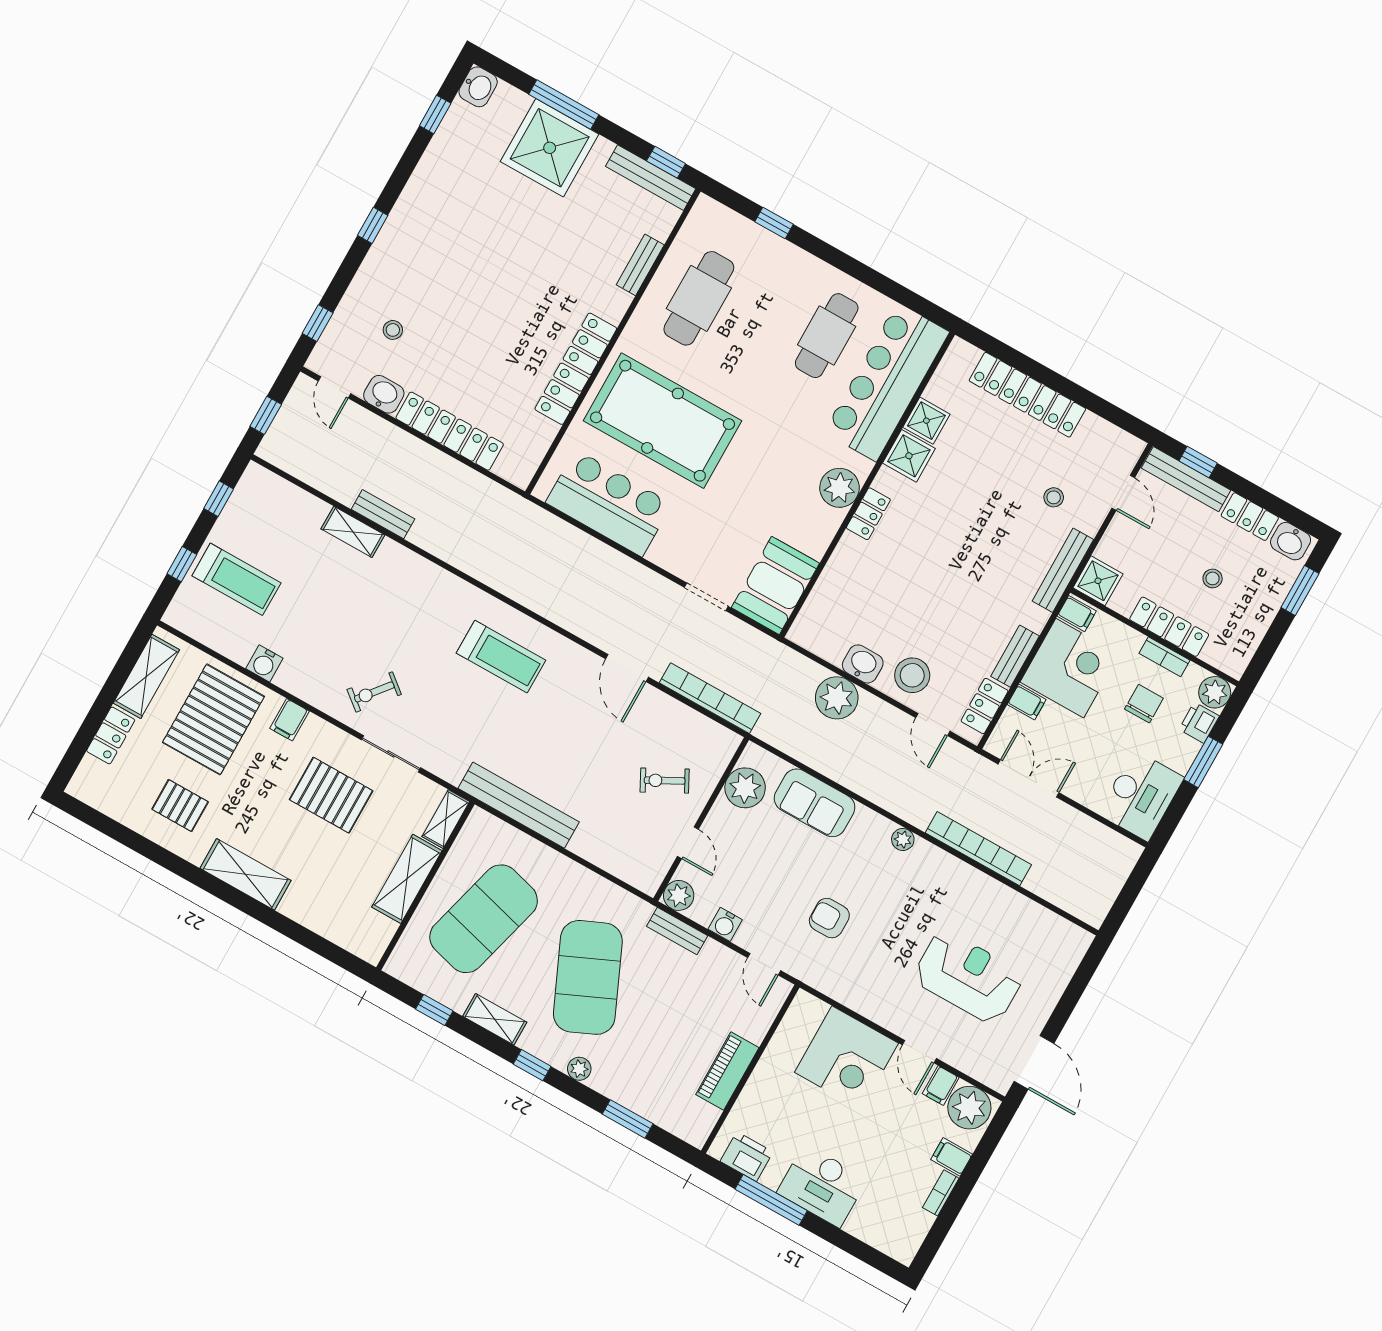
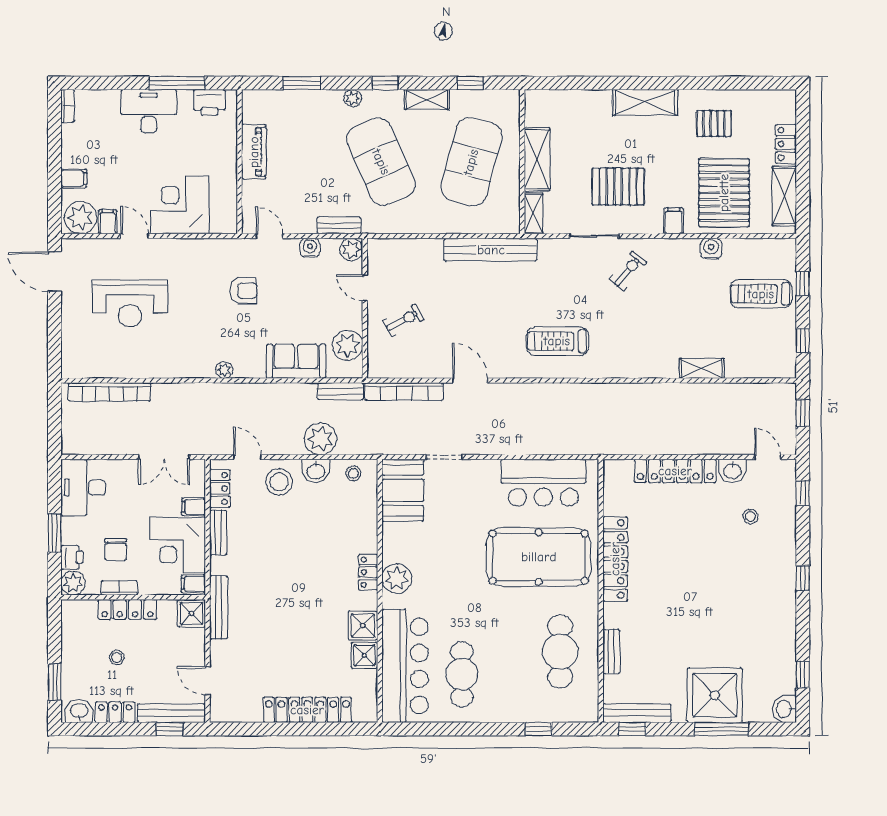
stool: (1054, 497) -> (353, 473), moved
bench: (383, 514) -> (340, 391), moved
bookcase: (978, 849) -> (109, 392), moved
bookcase: (941, 1193) -> (68, 106), moved

